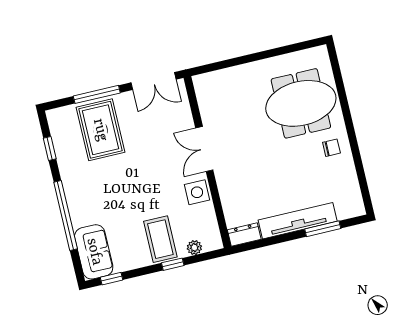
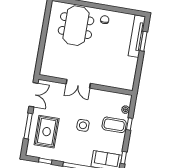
rug: (100, 130) -> (47, 132), turned 90
side table: (197, 192) -> (83, 125), moved
tv unit: (298, 221) -> (137, 36), moved
dresser: (244, 235) -> (130, 82), removed

